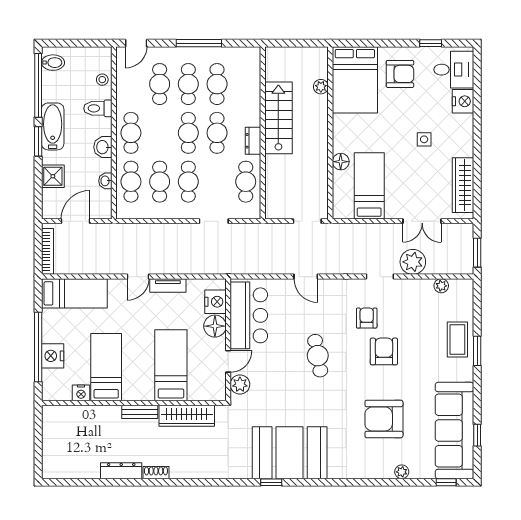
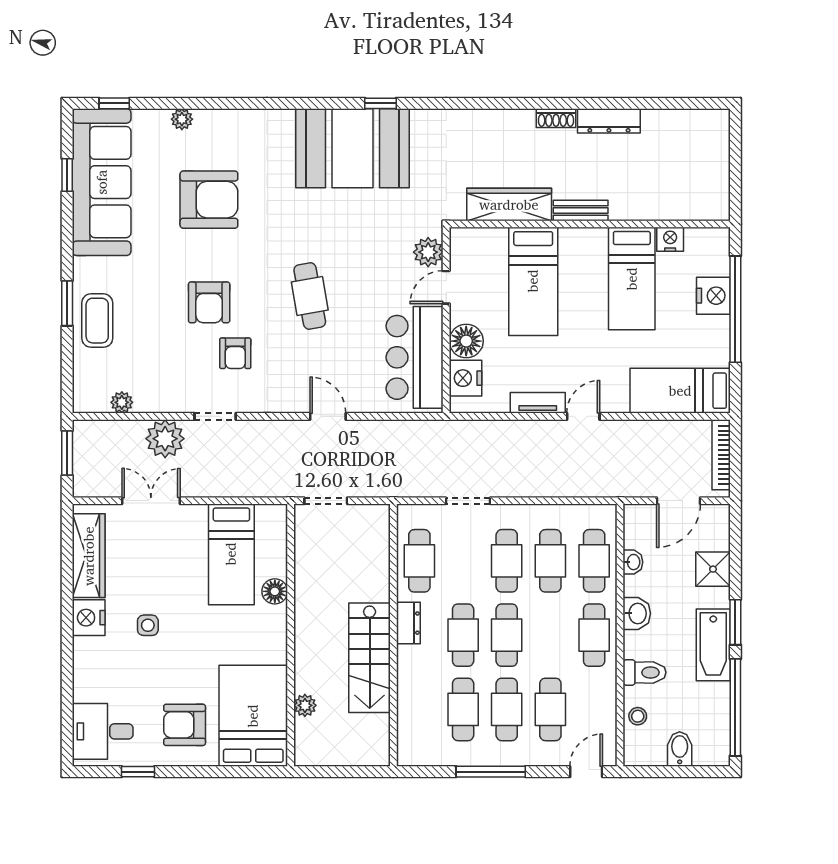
bidet: (53, 63) -> (680, 749), moved, turned 90
nightstand: (463, 101) -> (89, 618), moved

